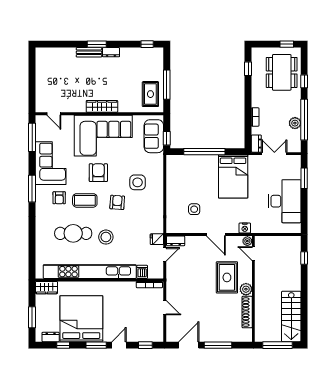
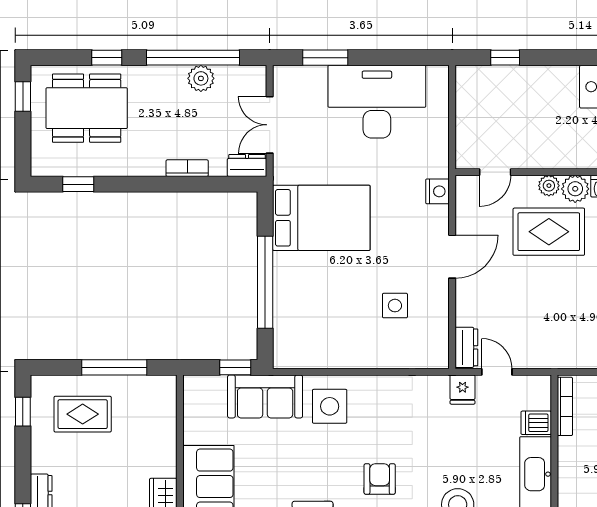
rug: (150, 94) -> (83, 414), moved
sofa: (154, 136) -> (265, 396), moved
side table: (138, 182) -> (330, 406), moved
armchair: (117, 202) -> (380, 479), turned 86
plant: (247, 241) -> (549, 186), moved

